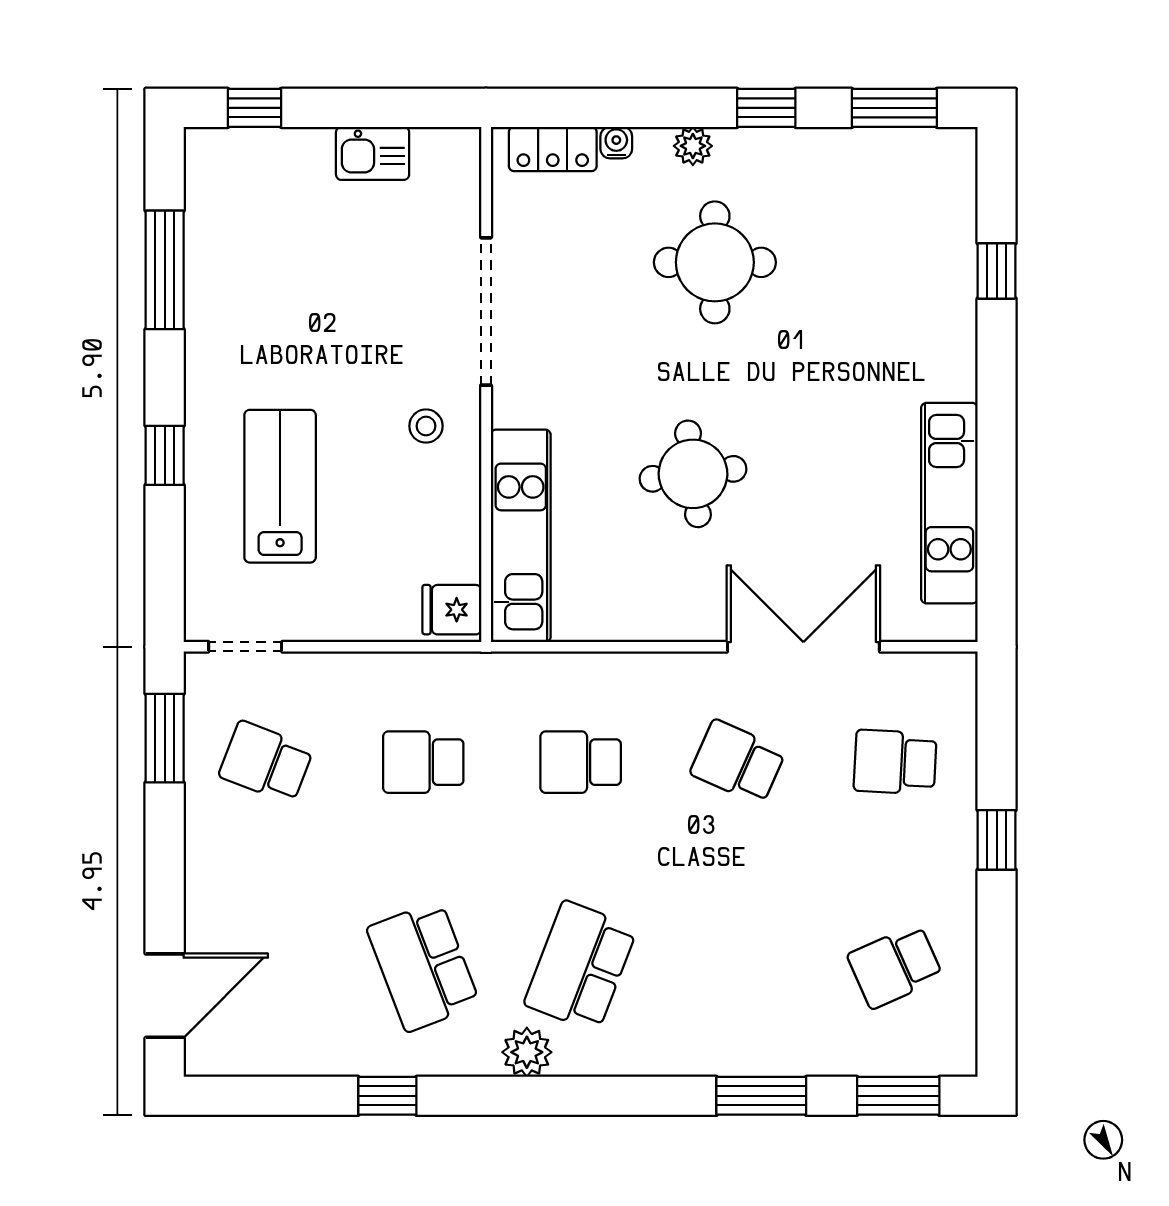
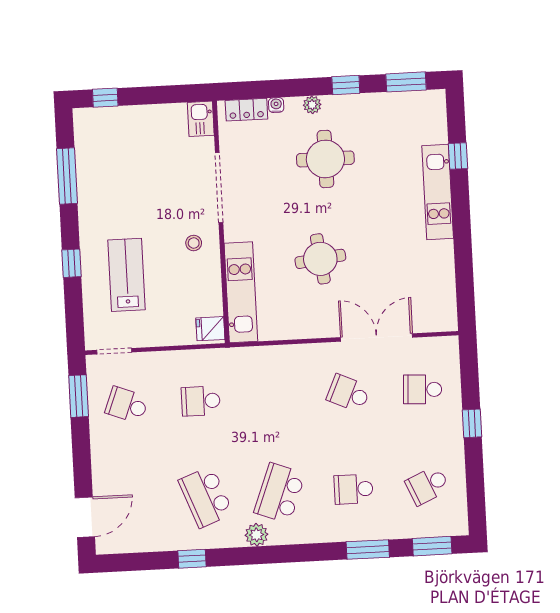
kitchen sink: (373, 153) -> (201, 119), moved, turned 90
kitchen unit: (949, 503) -> (438, 192), moved
school desk: (581, 762) -> (354, 489), moved

